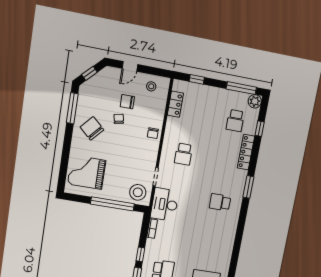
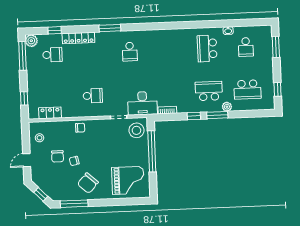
door: (130, 66) -> (27, 160), swing flipped
grand piano: (87, 172) -> (128, 180), turned -90

